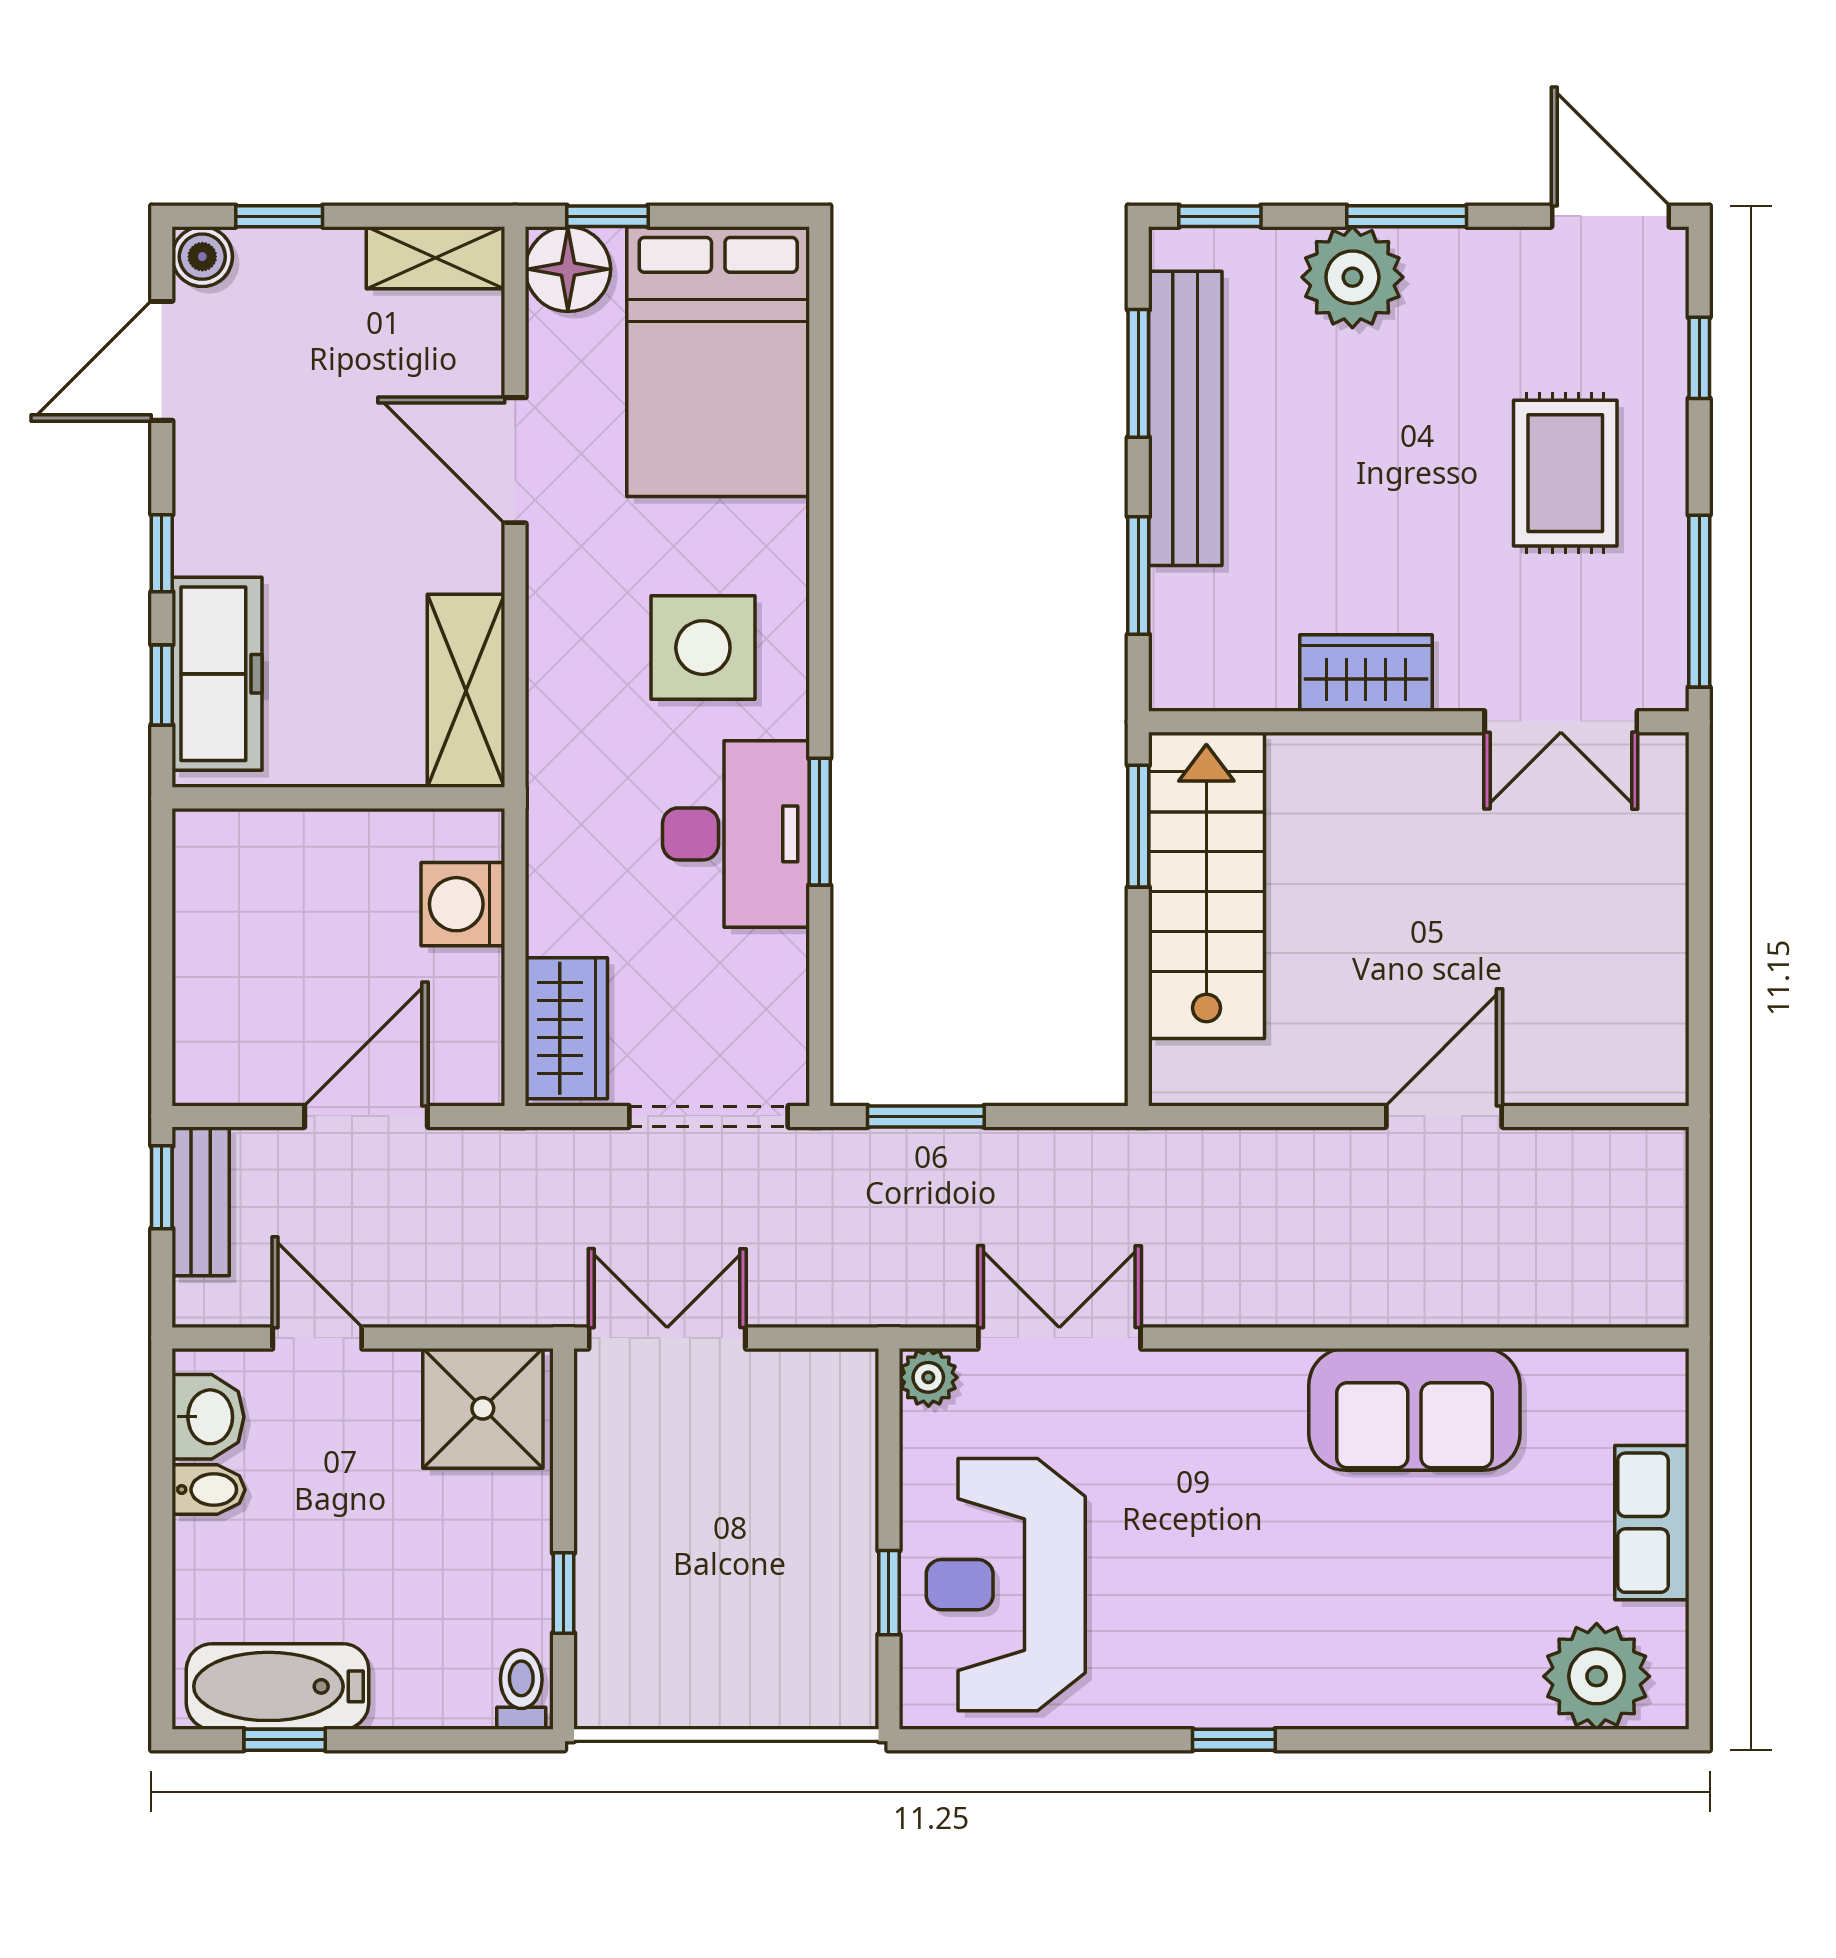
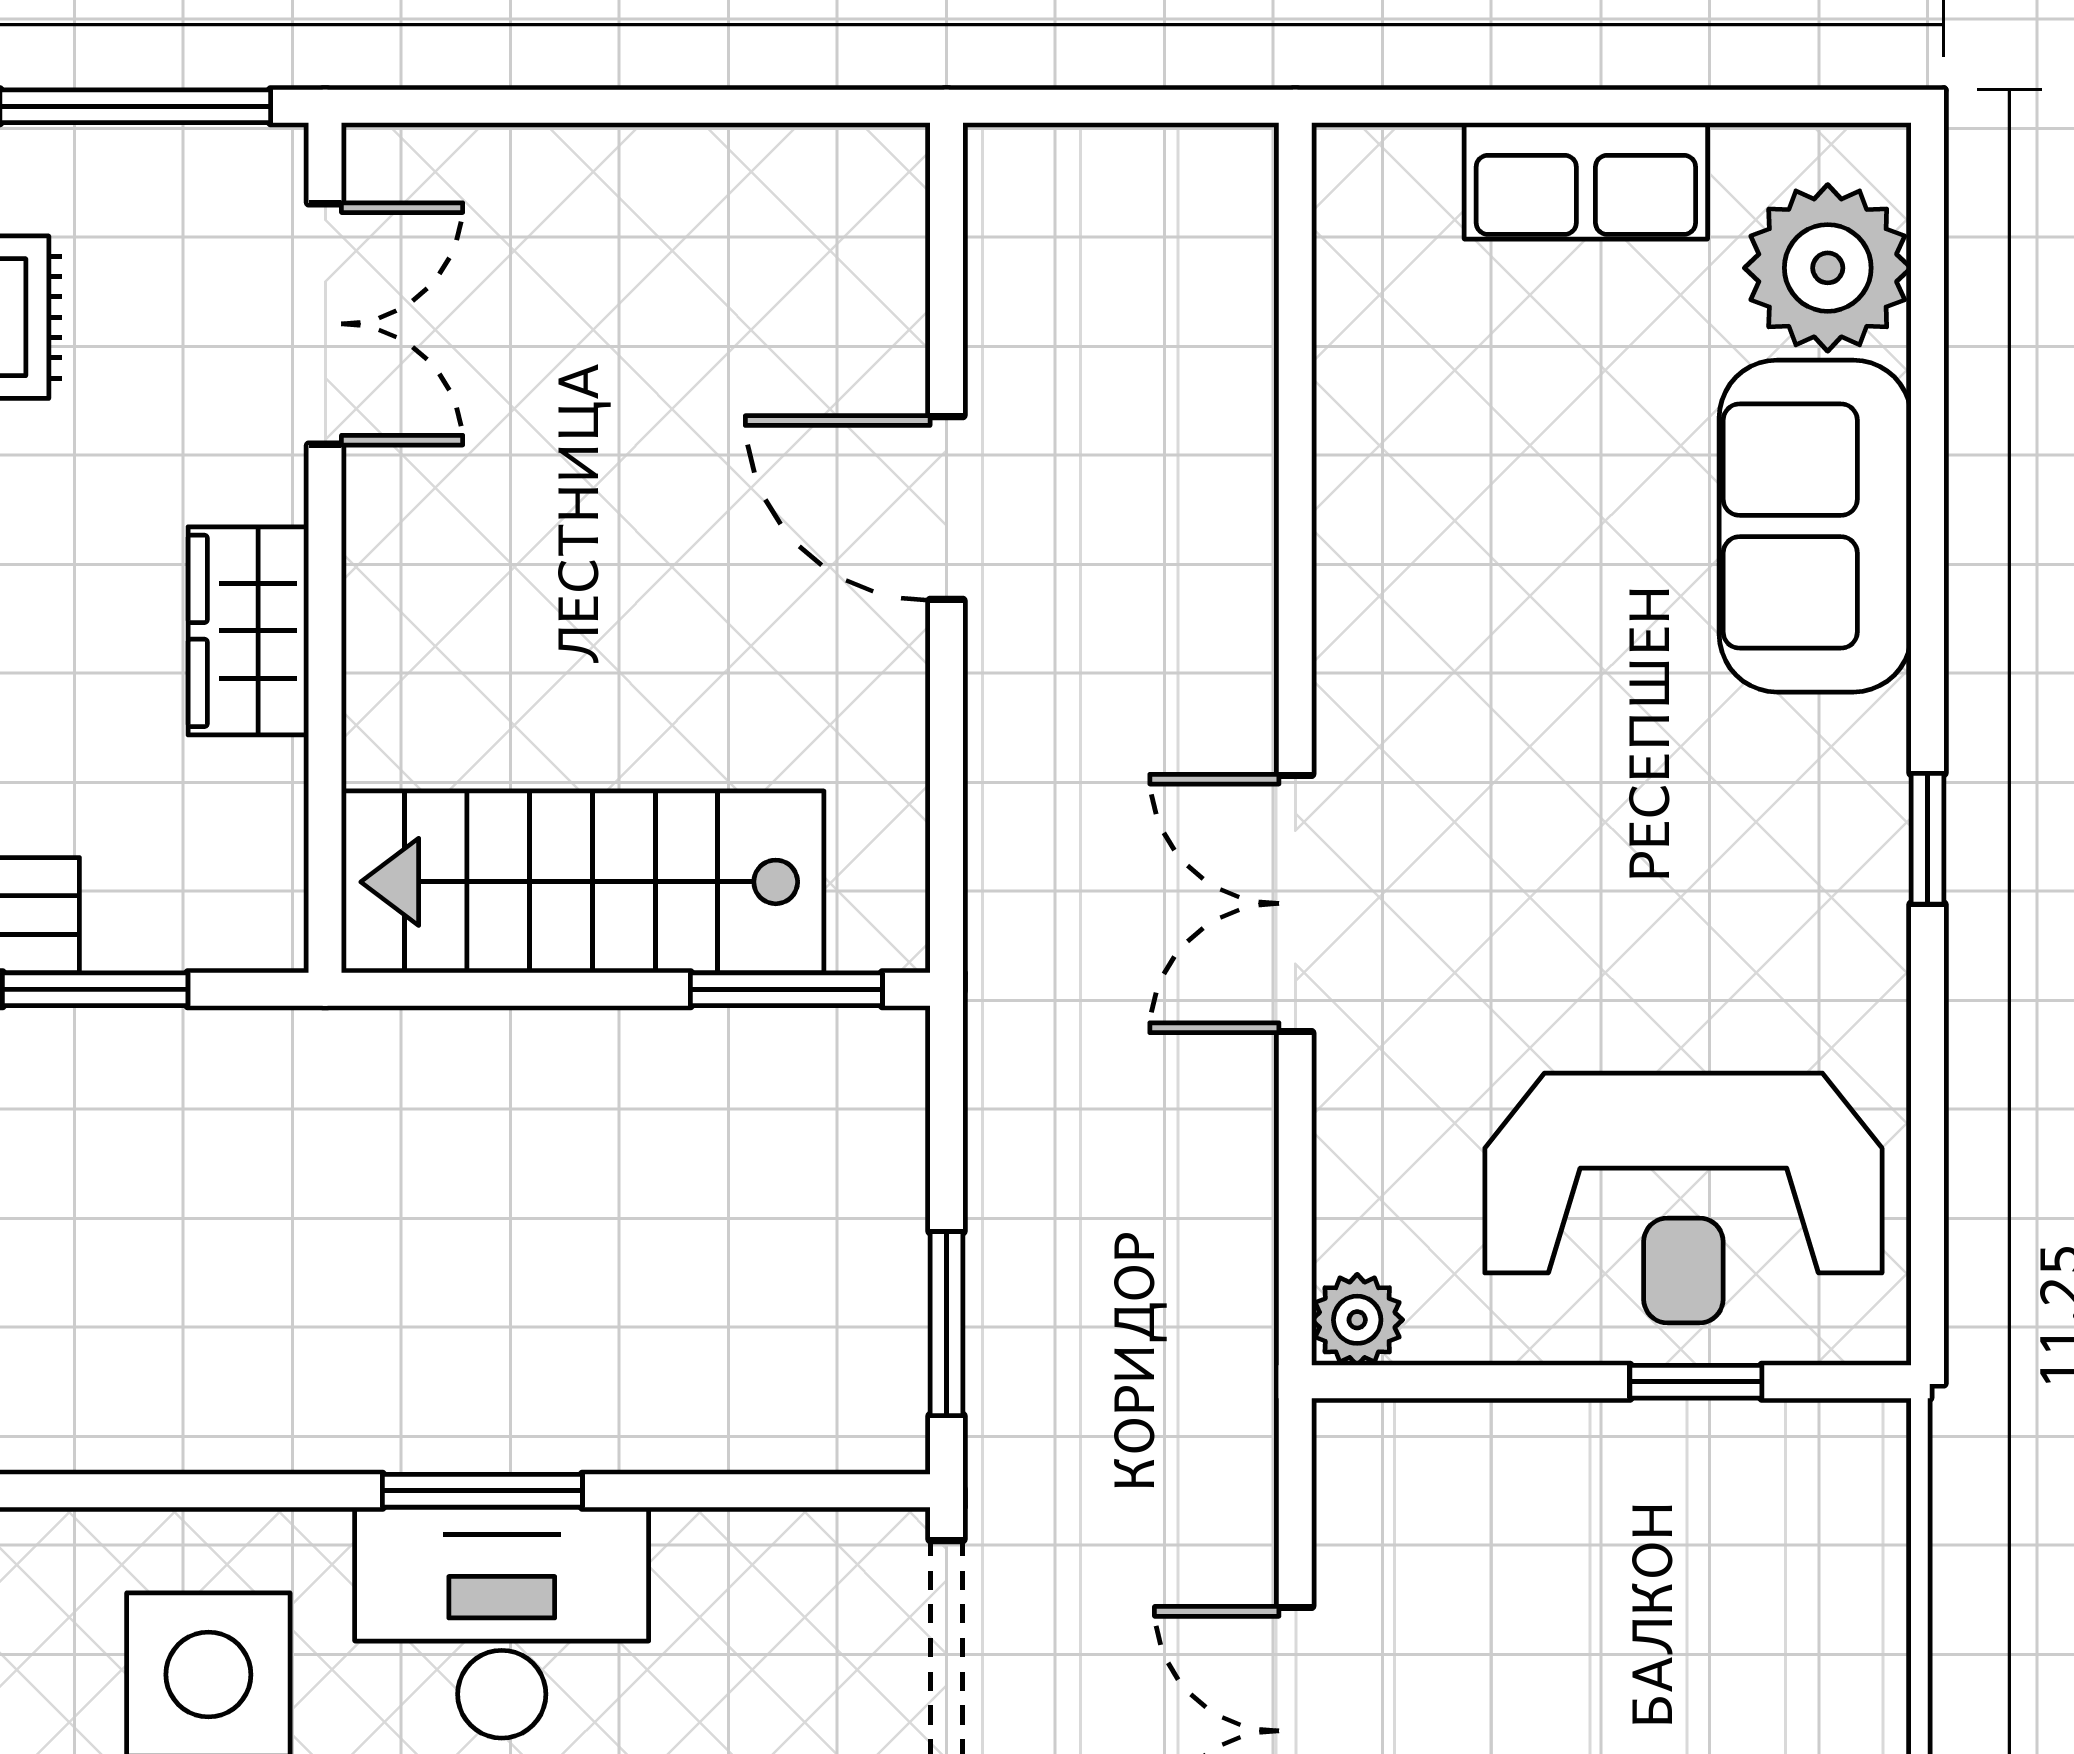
window: (1138, 826) -> (786, 989), moved
double door: (1059, 1338) -> (1295, 903), moved
sofa: (1414, 1409) -> (1815, 526), moved, turned 180

